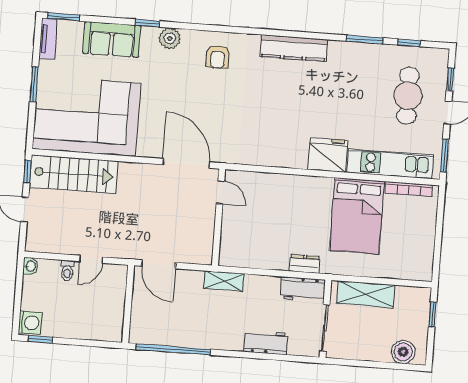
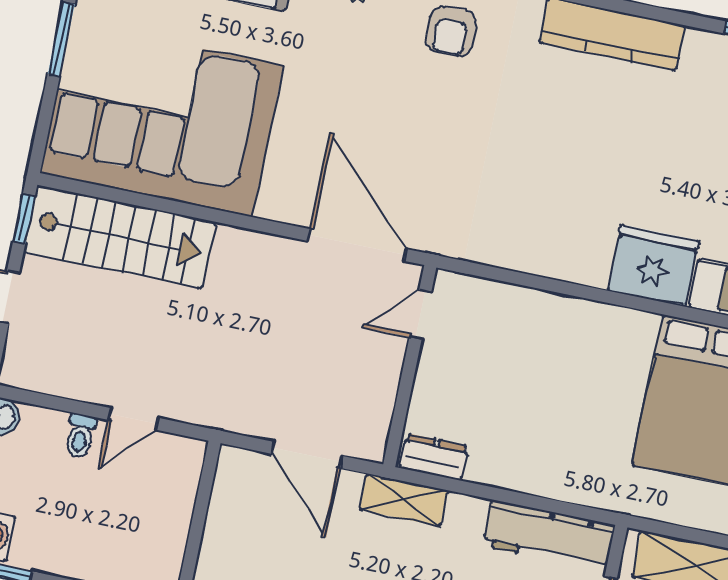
door: (220, 192) -> (420, 315), swing flipped
door: (159, 264) -> (307, 455), moved
dresser: (305, 264) -> (434, 457), moved
workbench: (303, 289) -> (549, 535), width x1.38

